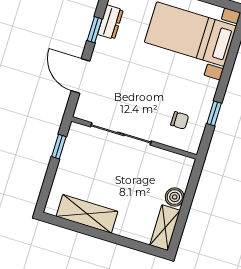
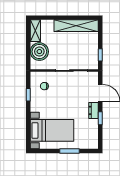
dresser: (110, 22) -> (94, 110), moved
boiler: (175, 197) -> (39, 52), width x1.86, depth x1.86
shelving: (87, 214) -> (76, 26), width x1.47

